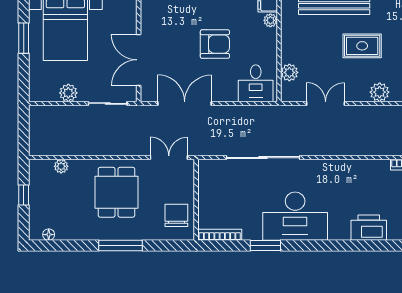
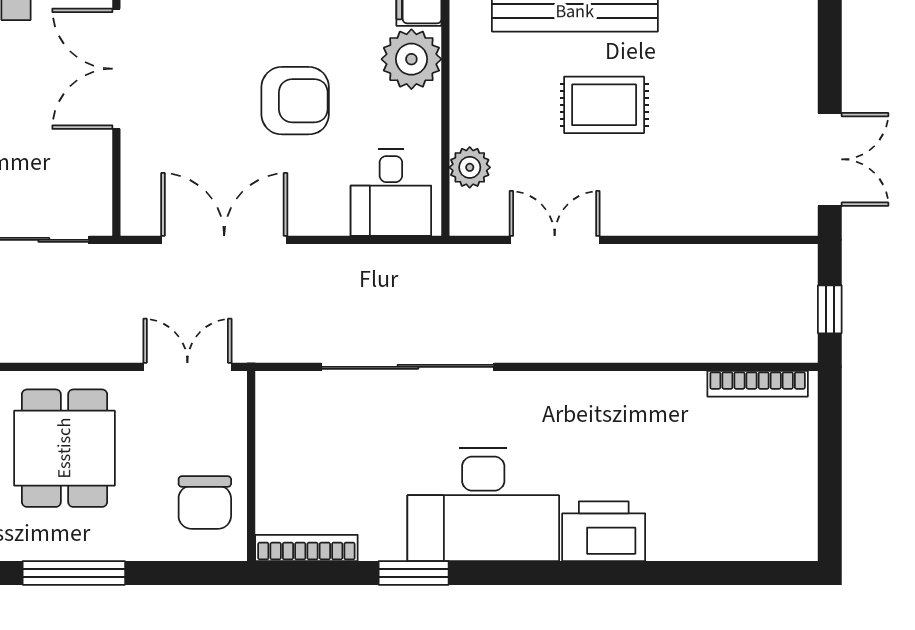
plant: (270, 20) -> (411, 59), width x1.88, depth x1.88
rug: (362, 46) -> (604, 105), moved
double door: (139, 60) -> (116, 69), moved
plant: (380, 92) -> (681, 213), removed
chair: (176, 215) -> (205, 503), turned 180
printer: (369, 228) -> (604, 531), moved

